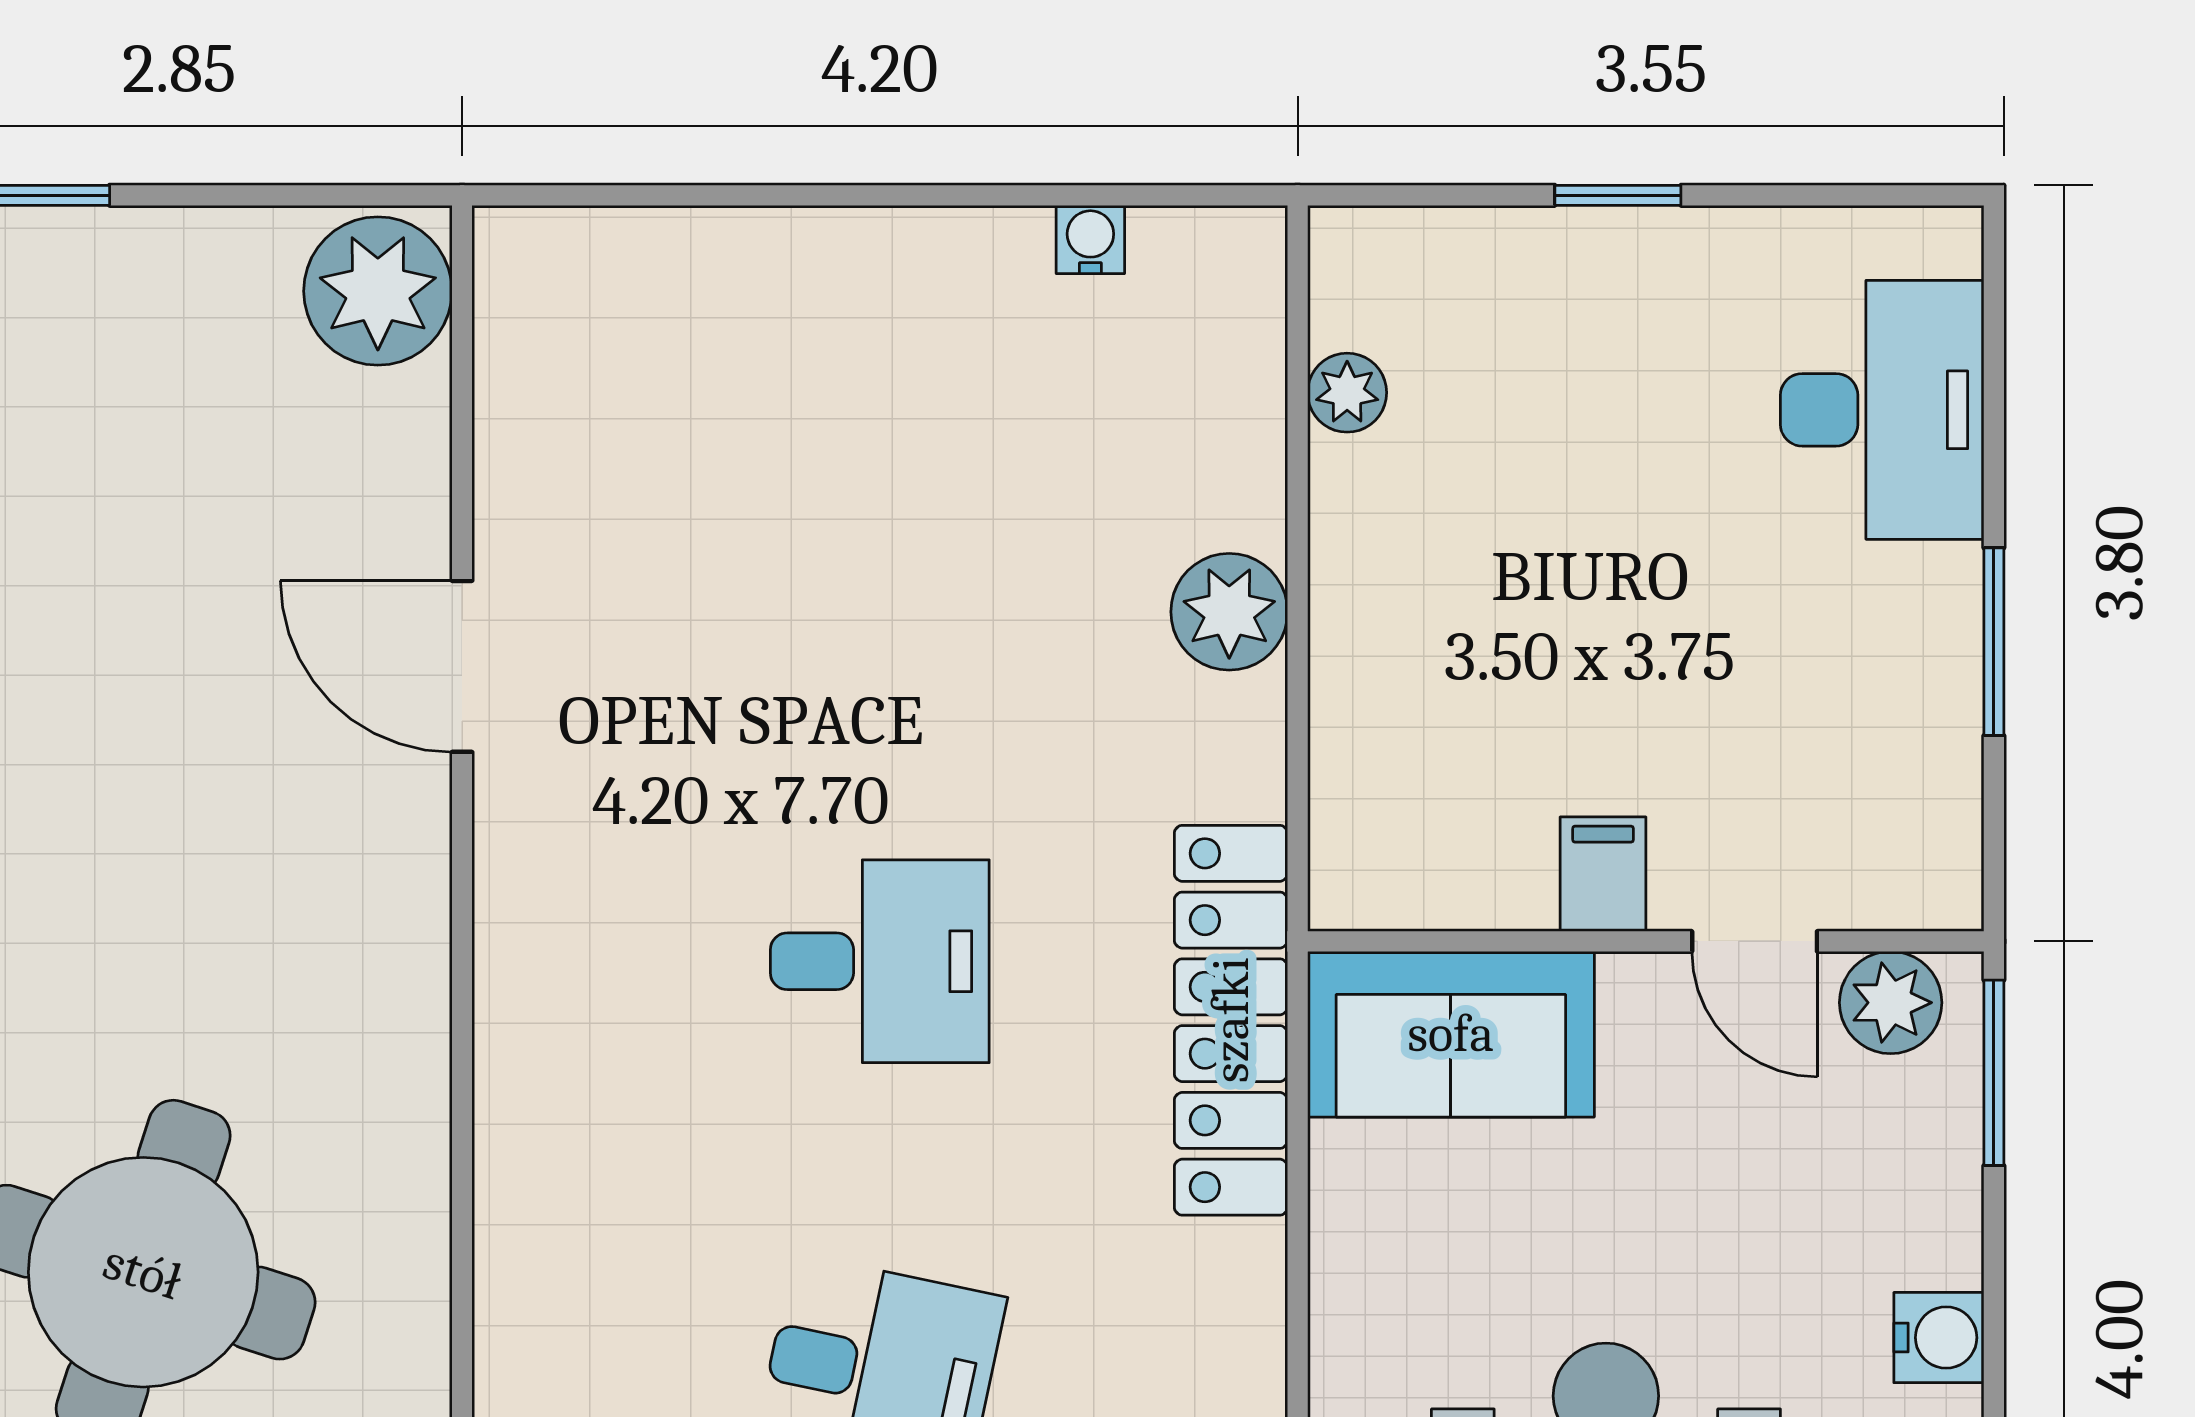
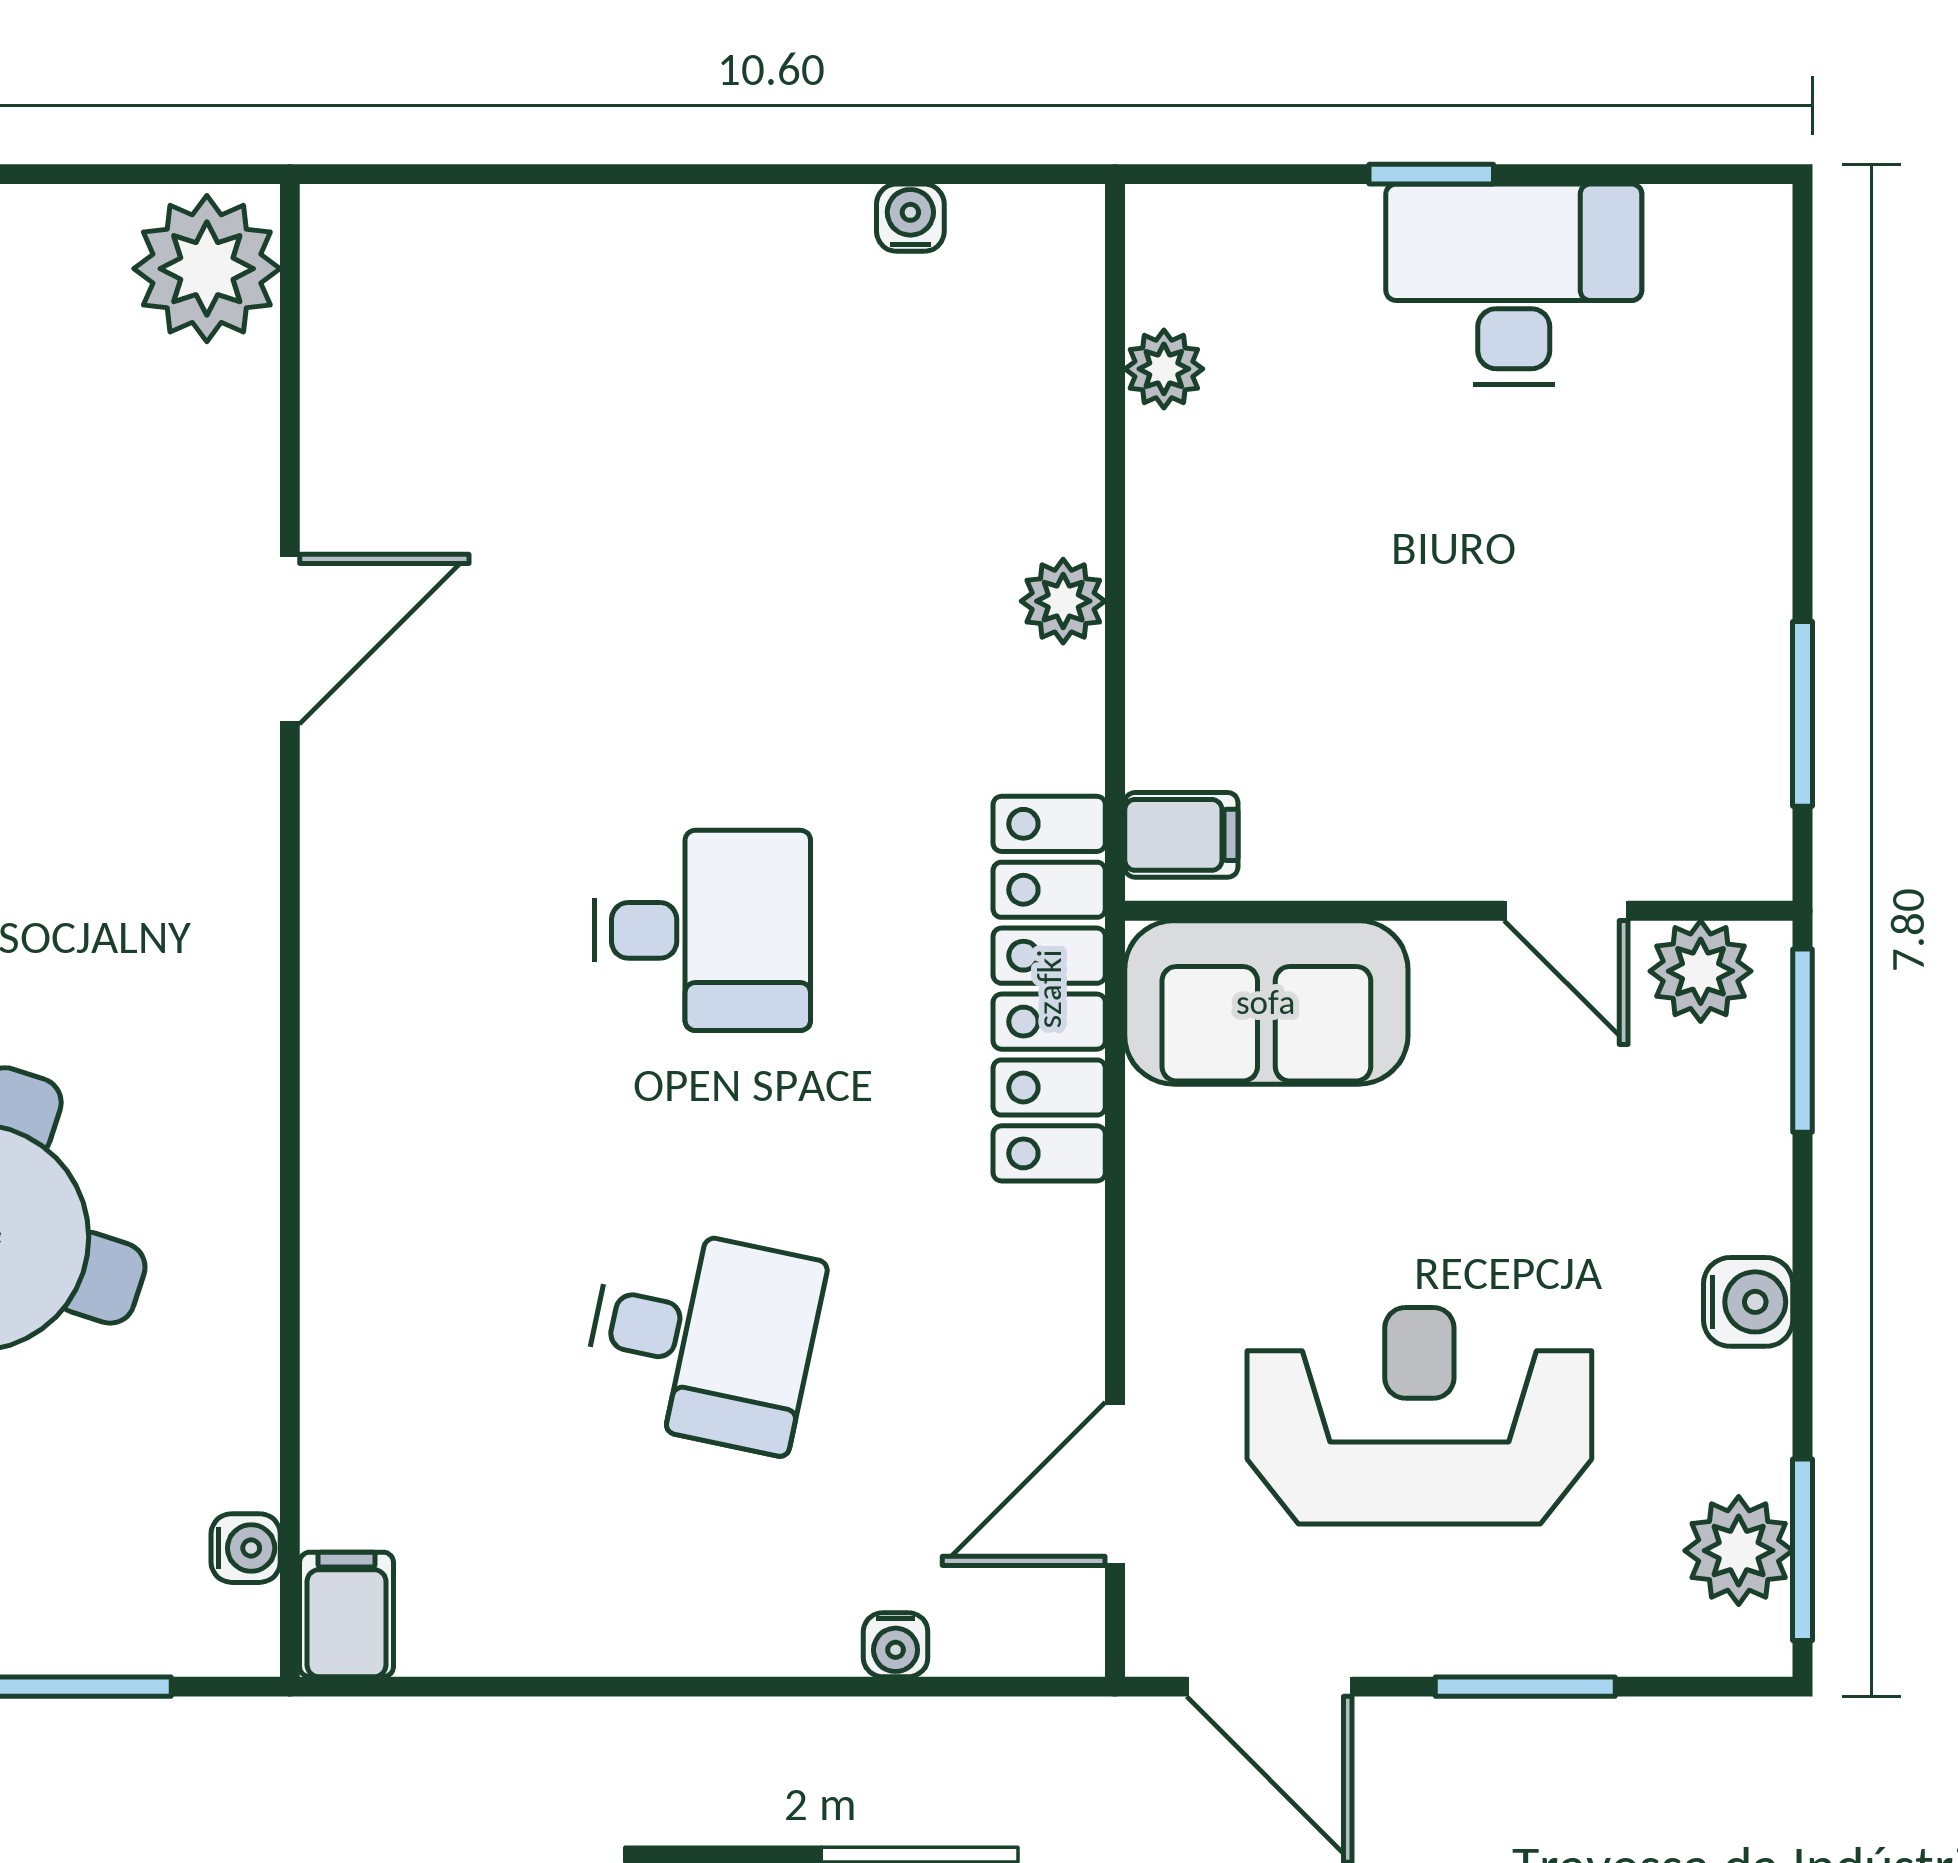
desk: (1882, 410) -> (1514, 284), moved, turned -90
plant: (1229, 612) -> (1063, 601), width x0.73, depth x0.73
window: (1994, 642) -> (1802, 714), moved
door: (462, 666) -> (290, 639), swing flipped
filing cabinet: (1603, 874) -> (1181, 835), moved, turned 90

